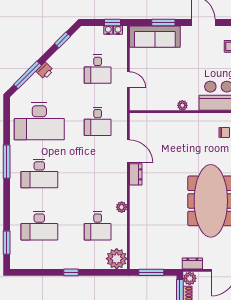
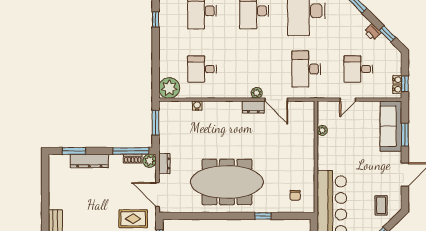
printer: (45, 71) -> (373, 32), moved
plant: (182, 105) -> (322, 130), moved
desk: (98, 121) -> (306, 69), width x1.37
door: (128, 151) -> (276, 100), hinge flipped
plant: (122, 207) -> (257, 93), moved
water cooler: (134, 231) -> (197, 106), added
window: (71, 272) -> (156, 19), moved

